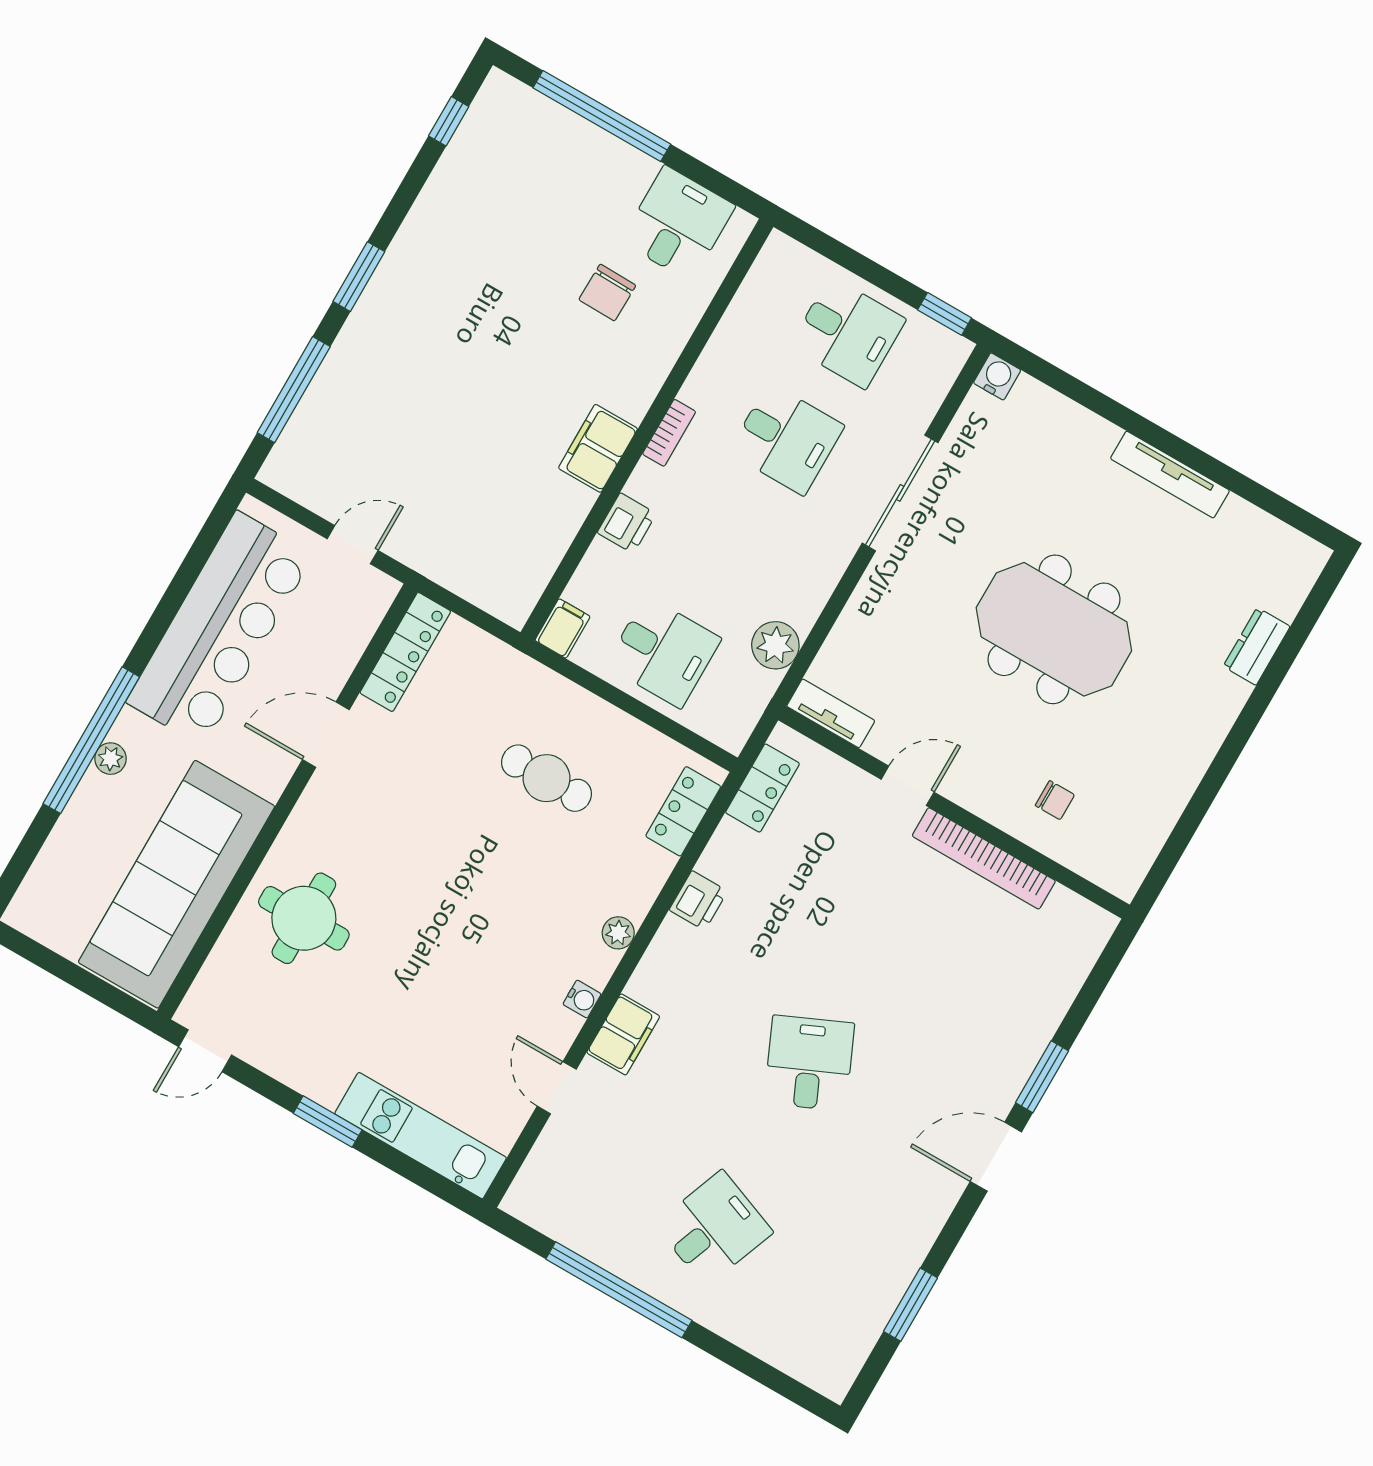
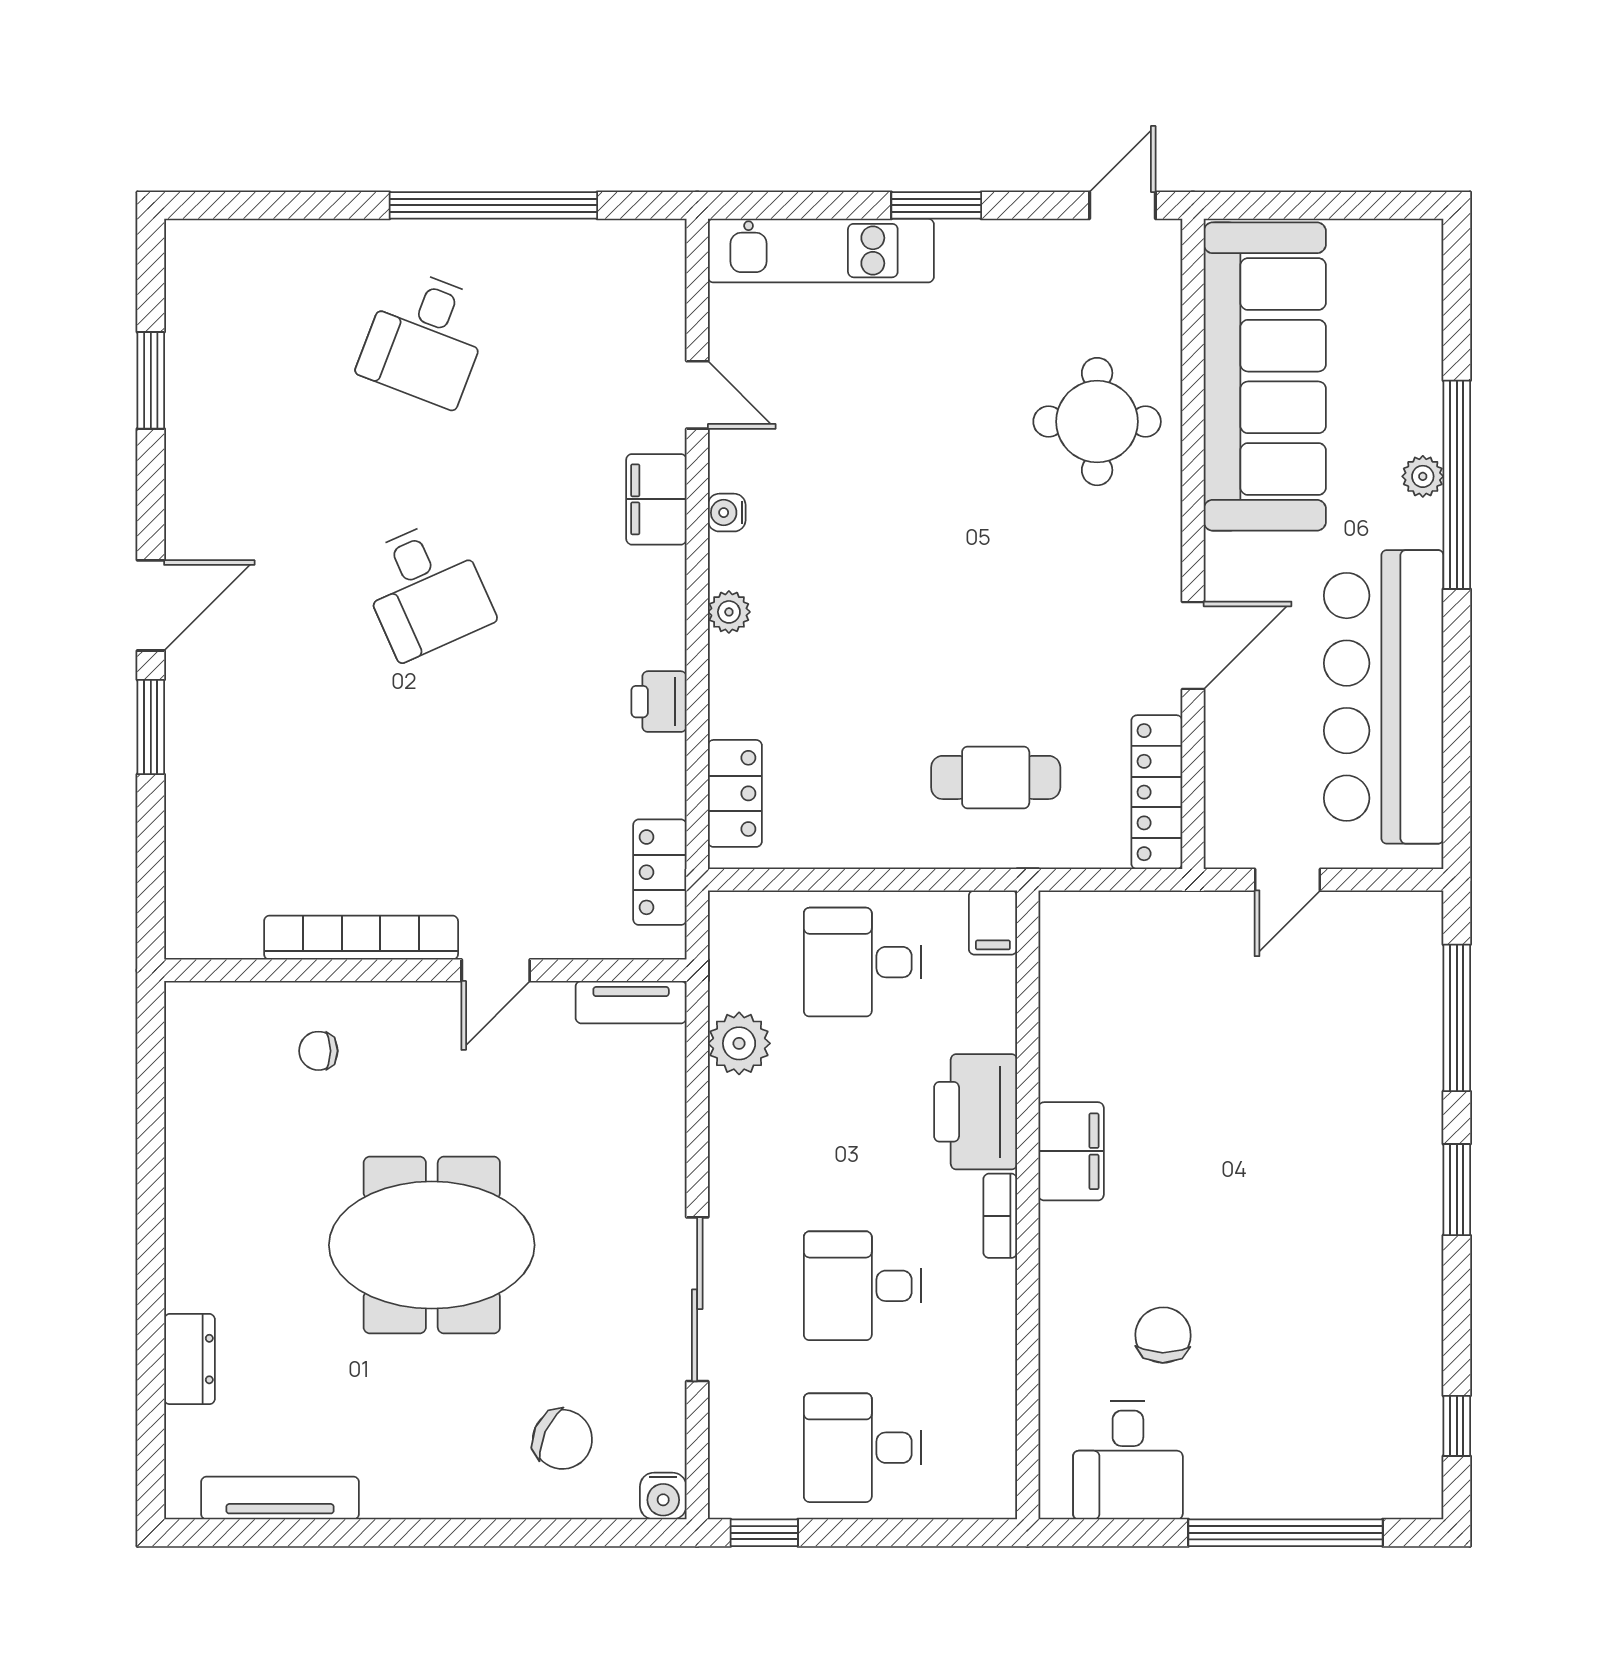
chair: (1042, 452) -> (562, 1439), added
tv unit: (1170, 475) -> (280, 1498), moved
printer: (627, 523) -> (976, 1112), width x1.87, depth x1.48
cafe table: (546, 778) -> (996, 777), moved

